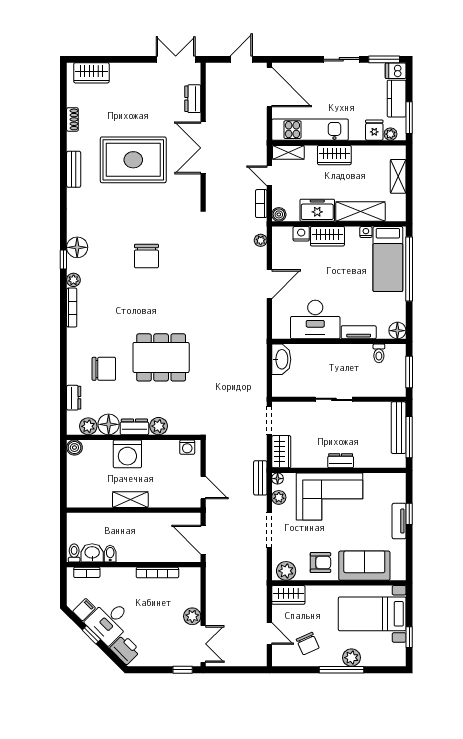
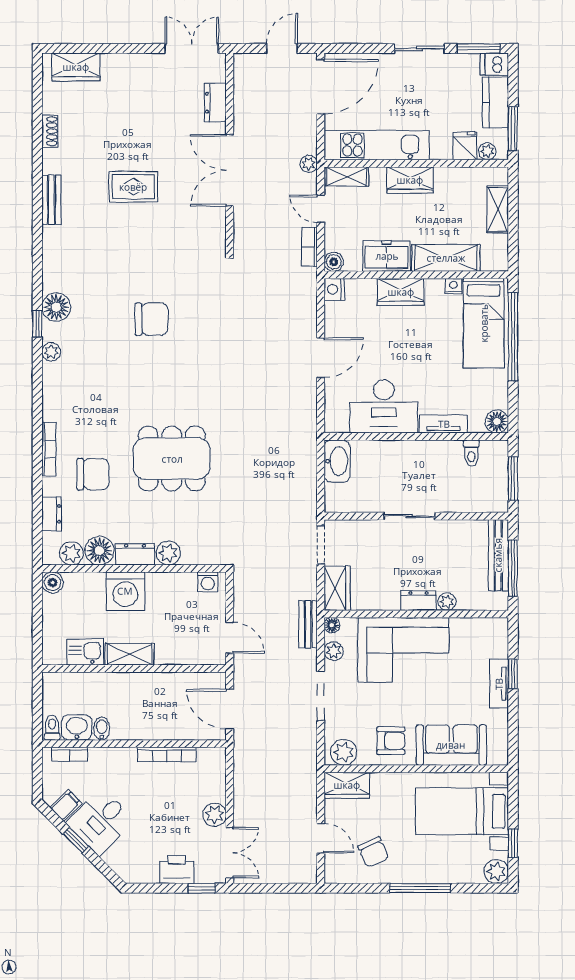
door: (269, 87) -> (321, 87), hinge flipped
rug: (133, 160) -> (133, 187), width x0.54, depth x0.49
nightstand: (301, 234) -> (334, 289), moved, turned -90
plant: (261, 240) -> (309, 164), moved
chair: (146, 256) -> (152, 319), turned -90
bookcase: (72, 308) -> (49, 449), moved
plant: (361, 461) -> (447, 602), added
kitchen sink: (98, 498) -> (85, 652), added
printer: (125, 650) -> (177, 870), moved, turned -45
plant: (351, 658) -> (496, 871), moved

